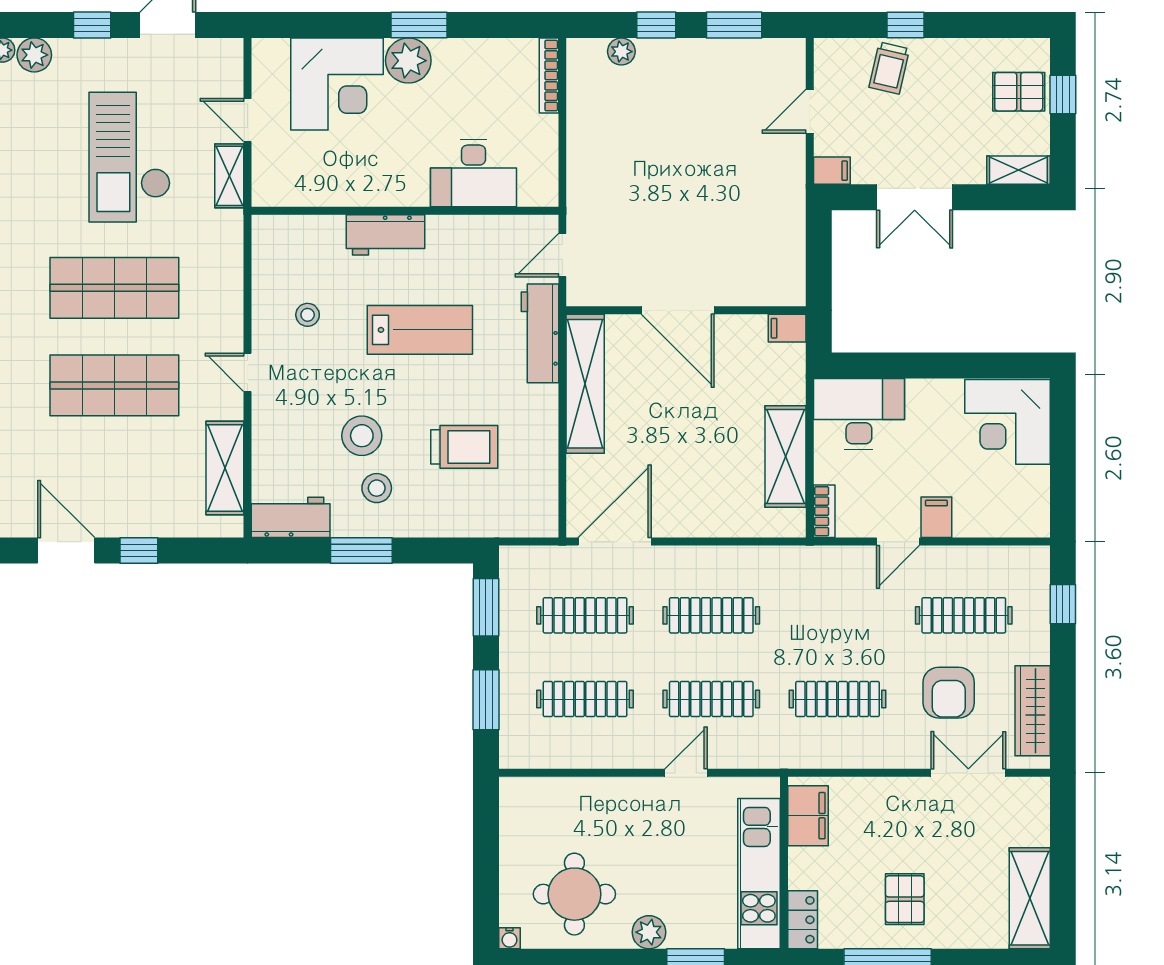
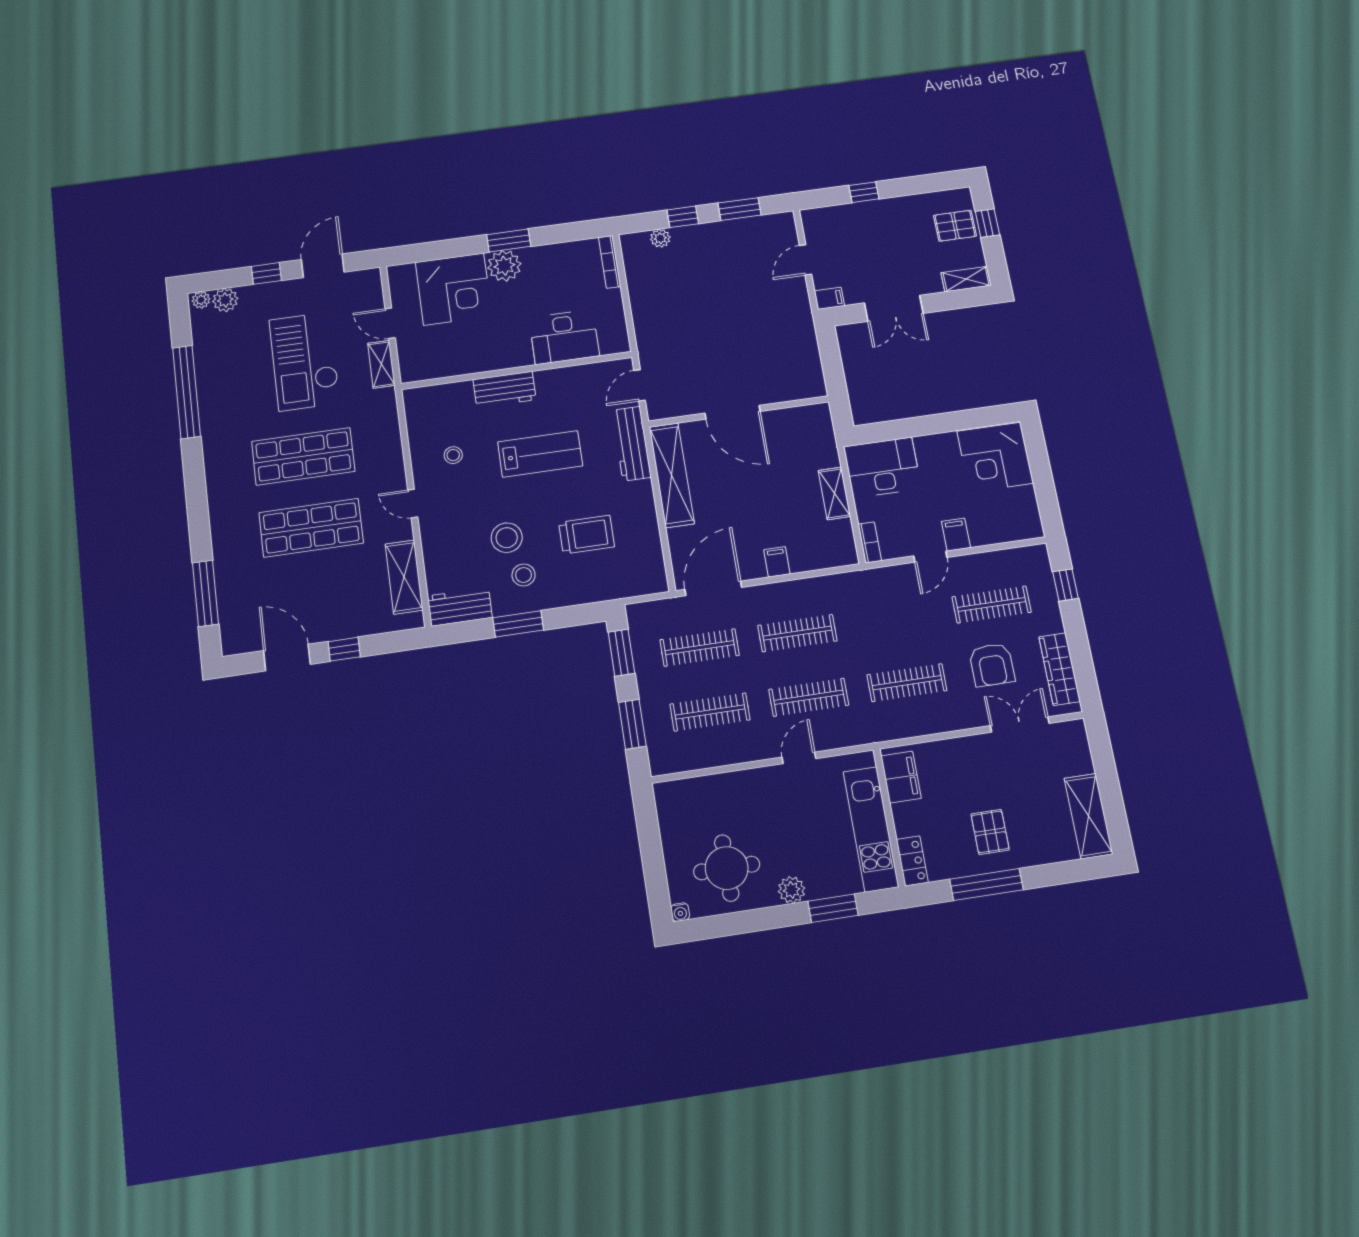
trolley: (889, 68) -> (858, 223), removed
filing cabinet: (787, 328) -> (777, 562), moved, turned 90
shelving: (786, 456) -> (834, 493), width x0.67, depth x0.75

